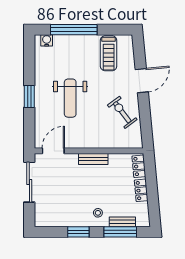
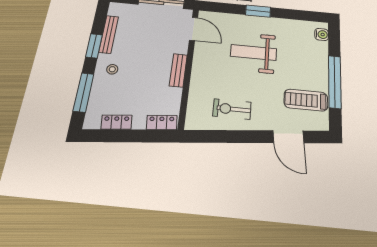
window: (74, 30) -> (335, 82), moved
door: (142, 81) -> (288, 137), moved
exercise bike: (122, 112) -> (232, 109), turned -143
locker: (141, 190) -> (116, 122), moved
bench: (122, 222) -> (109, 34), moved, width x1.36

